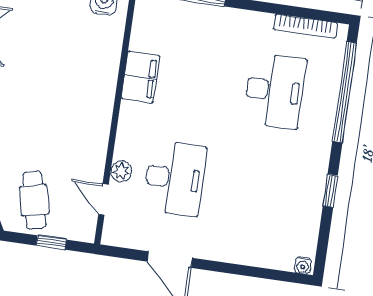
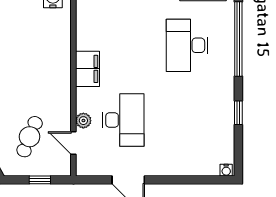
filing cabinet: (140, 77) -> (88, 69), moved
desk: (275, 91) -> (187, 45), turned 180
cafe table: (34, 200) -> (30, 137), moved, turned 35

